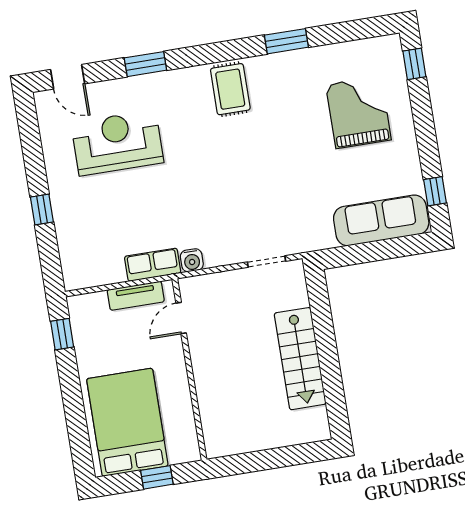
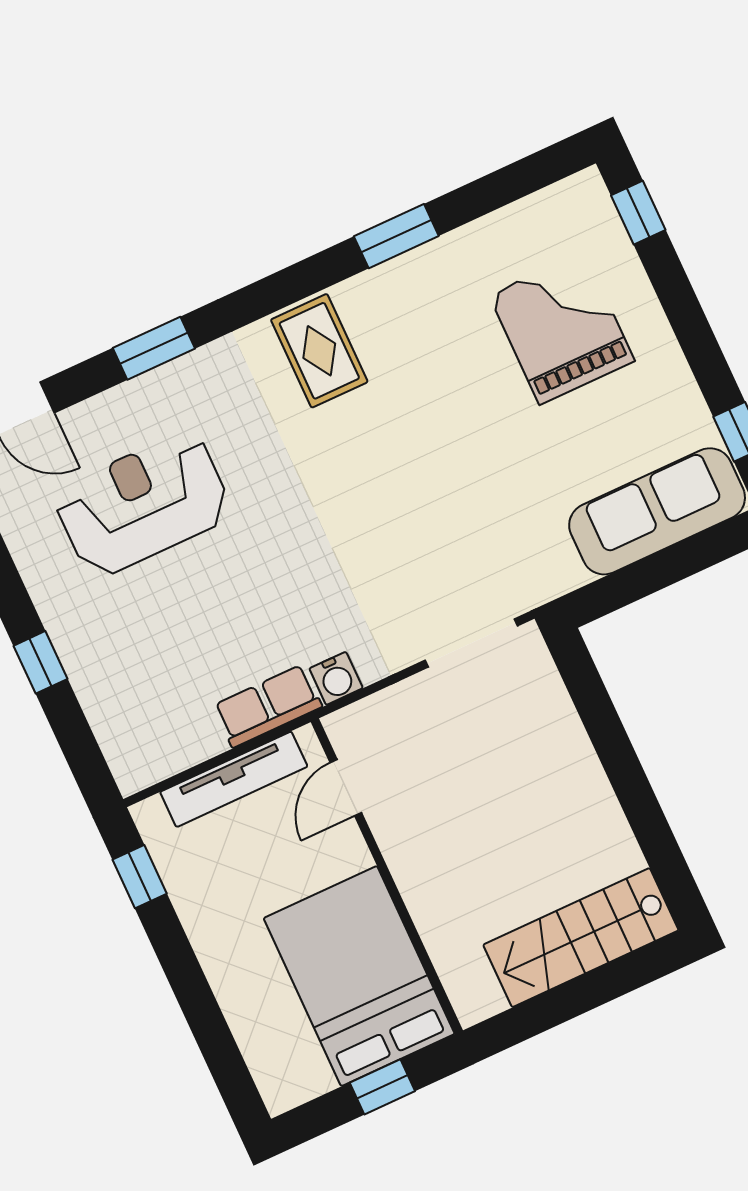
doorway: (267, 262) -> (471, 643), width x1.38
tv unit: (136, 296) -> (234, 779), width x1.41
stairs: (300, 359) -> (581, 938), moved, turned 90
bed: (127, 422) -> (359, 976), moved

